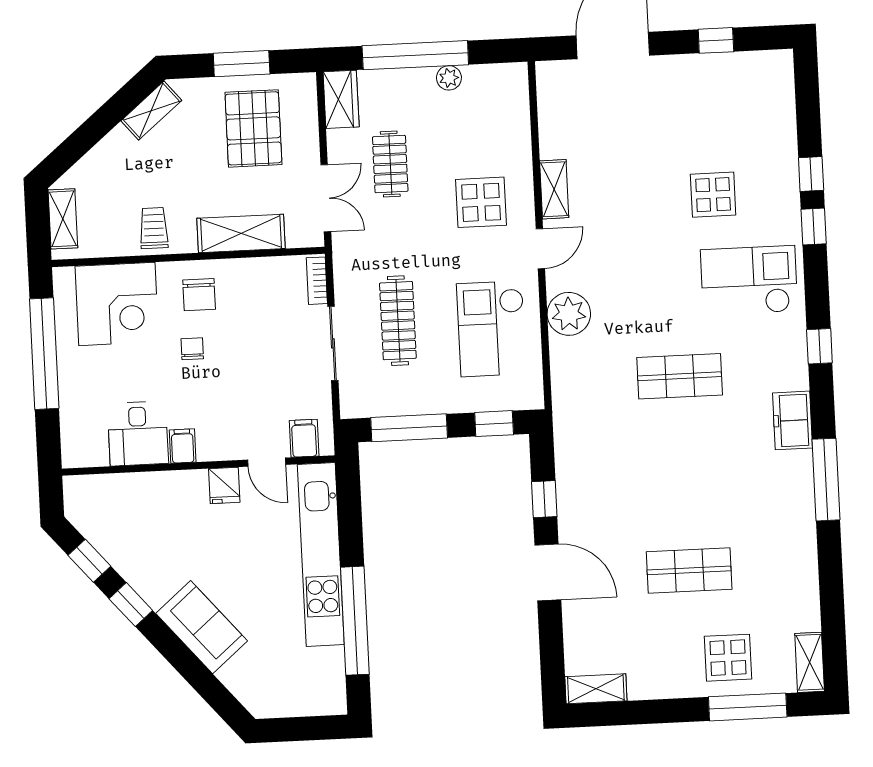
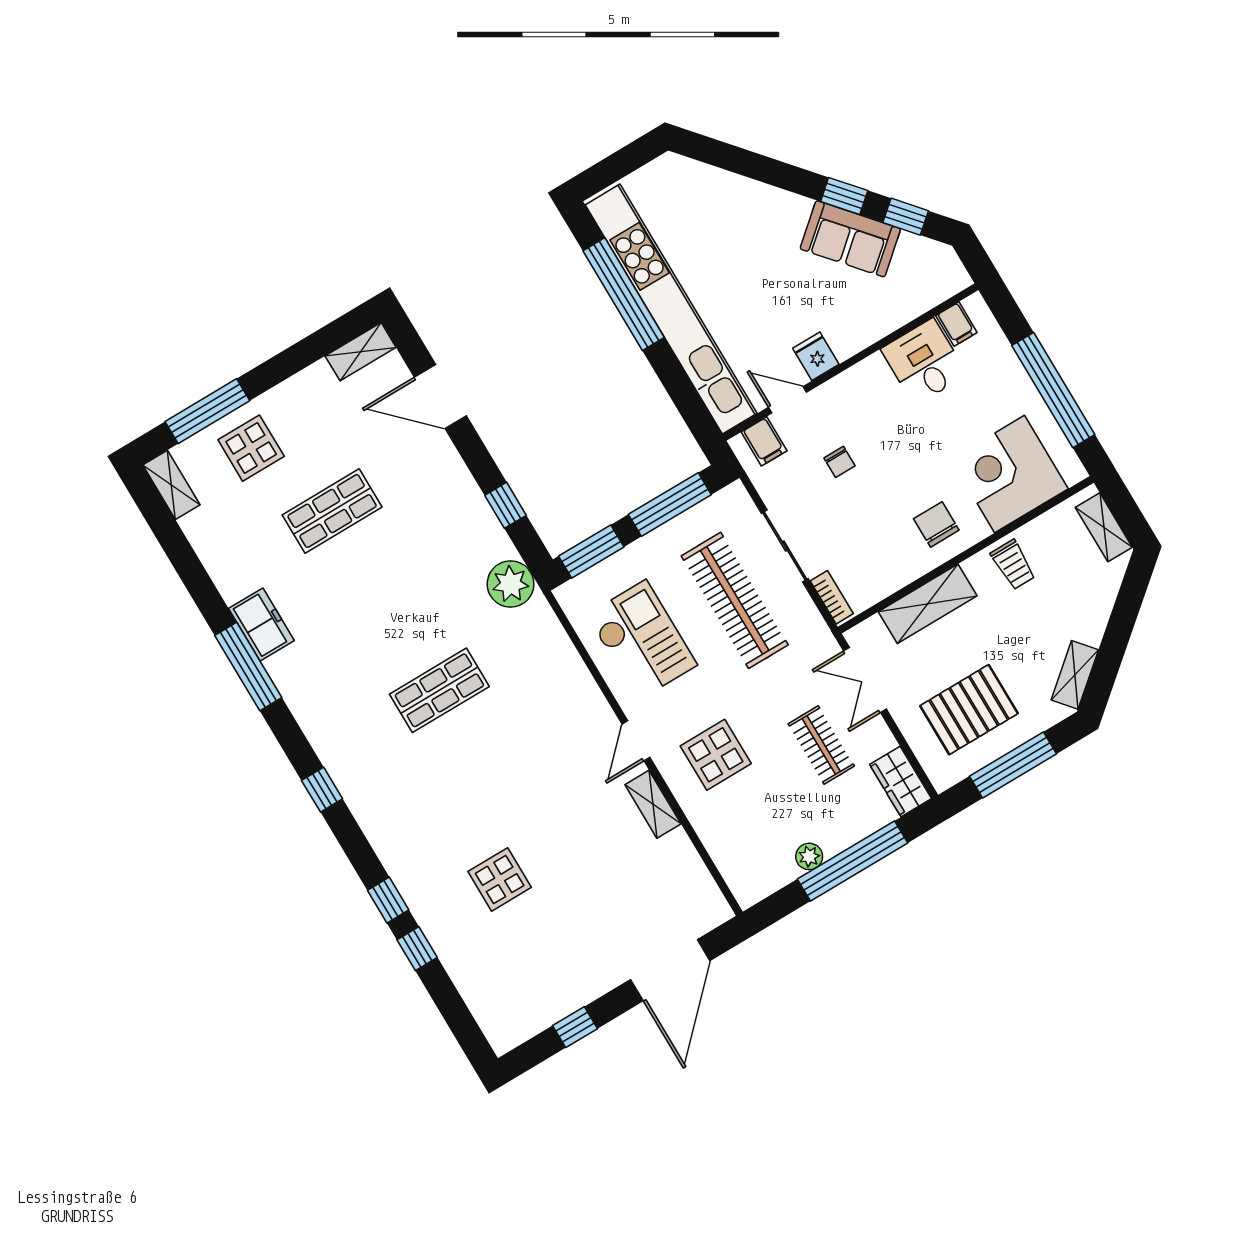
window: (242, 64) -> (1013, 765), width x1.44
pallet: (253, 128) -> (969, 710), turned 90
checkout: (749, 281) -> (422, 816), removed
plant: (569, 314) -> (511, 584), moved
clothes rail: (398, 321) -> (735, 600), width x1.37, depth x1.31
chair: (192, 349) -> (839, 462), moved
freezer: (793, 420) -> (261, 624), moved
window: (494, 424) -> (591, 552), width x1.50
filing cabinet: (183, 446) -> (956, 324), moved
kitchen unit: (321, 554) -> (671, 309), width x1.36
door: (548, 572) -> (440, 396), moved
sofa: (202, 627) -> (850, 239), moved

